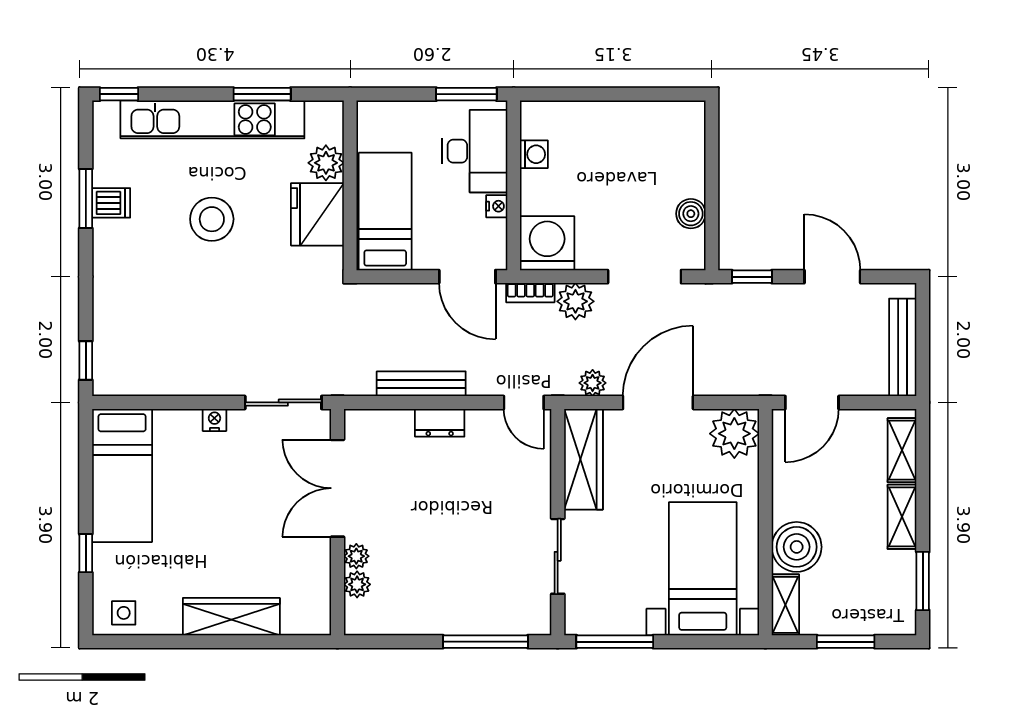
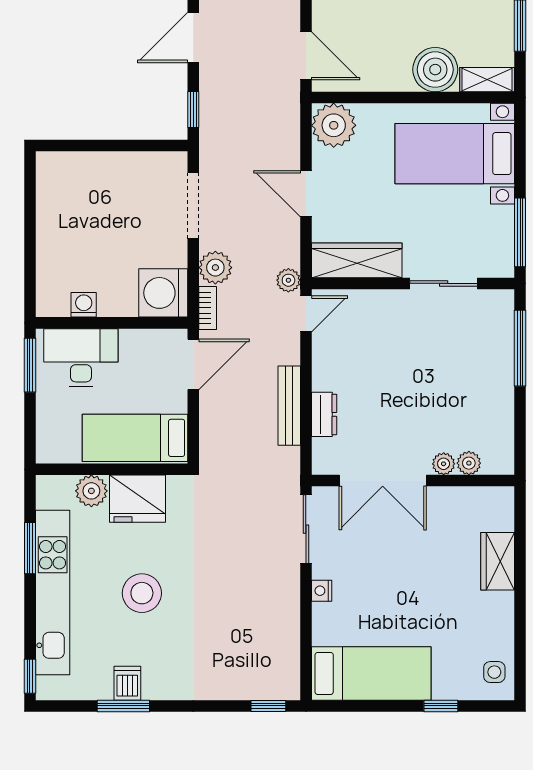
nightstand: (497, 206) -> (130, 338), removed
boiler: (691, 214) -> (137, 164), removed
plant: (593, 383) -> (288, 280), moved
door: (658, 402) -> (306, 194), width x0.73
dresser: (440, 423) -> (324, 414), moved
wardrobe: (231, 617) -> (498, 561), width x0.67

